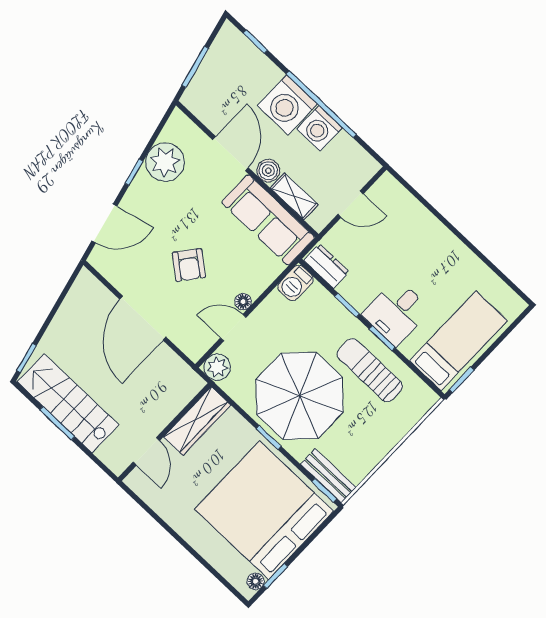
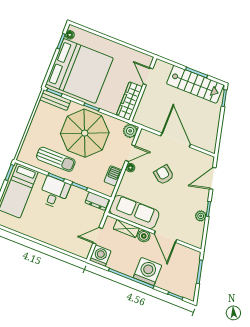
washing machine: (319, 128) -> (100, 256), moved
plant: (165, 162) -> (201, 216), width x0.53, depth x0.53
barbecue: (296, 283) -> (113, 176), moved

